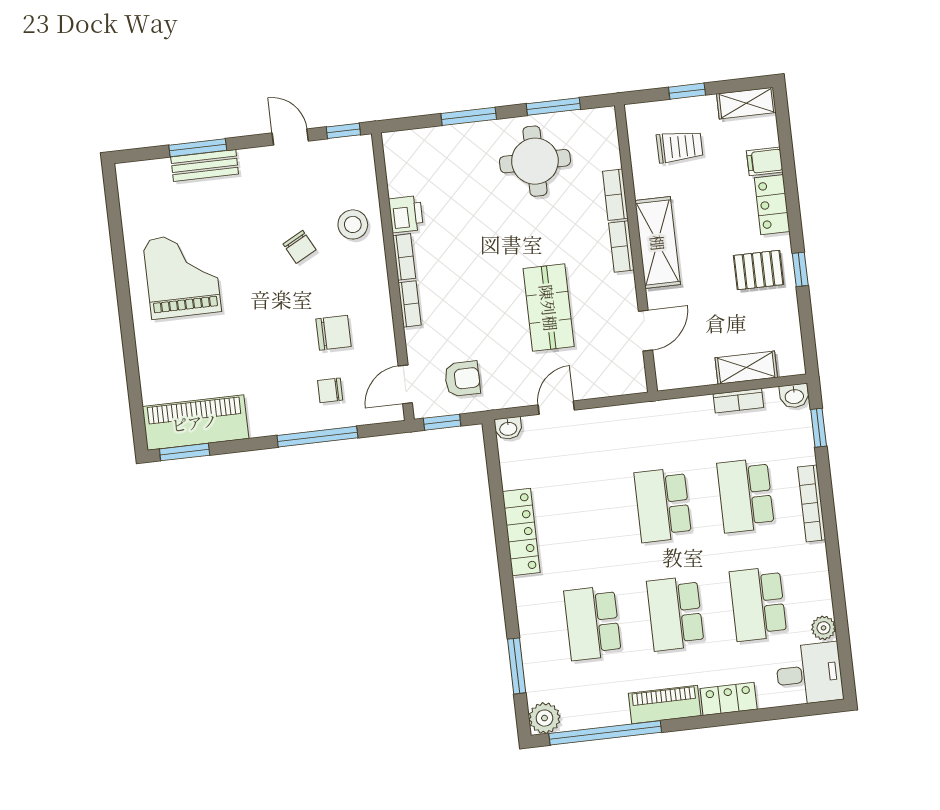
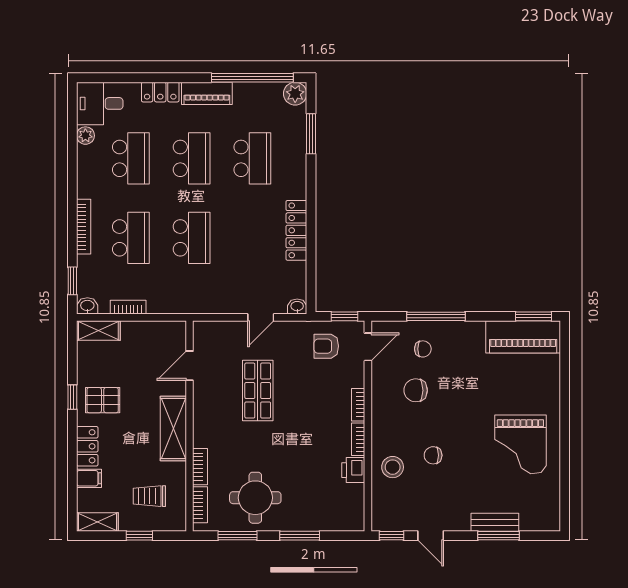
chair: (300, 247) -> (433, 455), turned -62
bookcase: (621, 247) -> (200, 505), moved
shelving: (746, 368) -> (98, 330), moved

